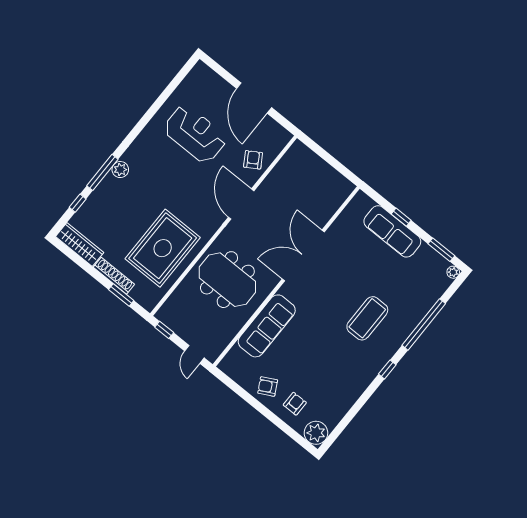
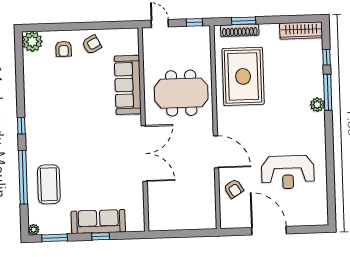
shoe rack: (114, 276) -> (240, 30), moved
coffee table: (367, 318) -> (49, 184), moved

